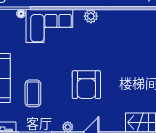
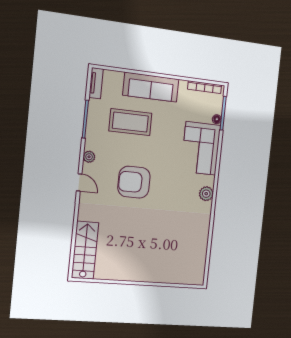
coffee table: (33, 93) -> (130, 122), width x1.36, depth x1.32

